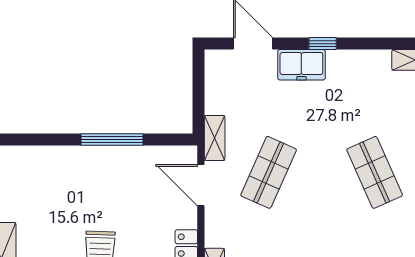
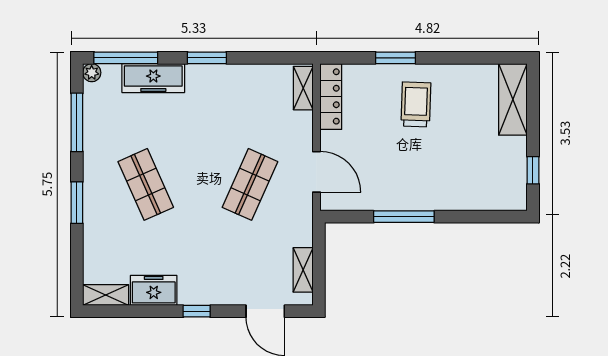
freezer: (301, 65) -> (154, 290), moved
shelving: (215, 138) -> (303, 270), moved

